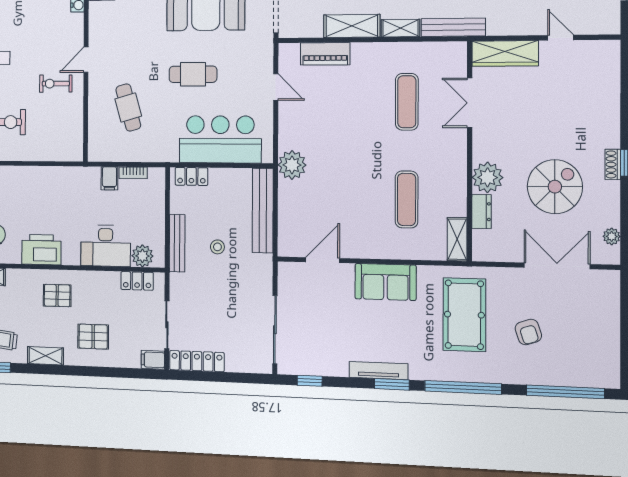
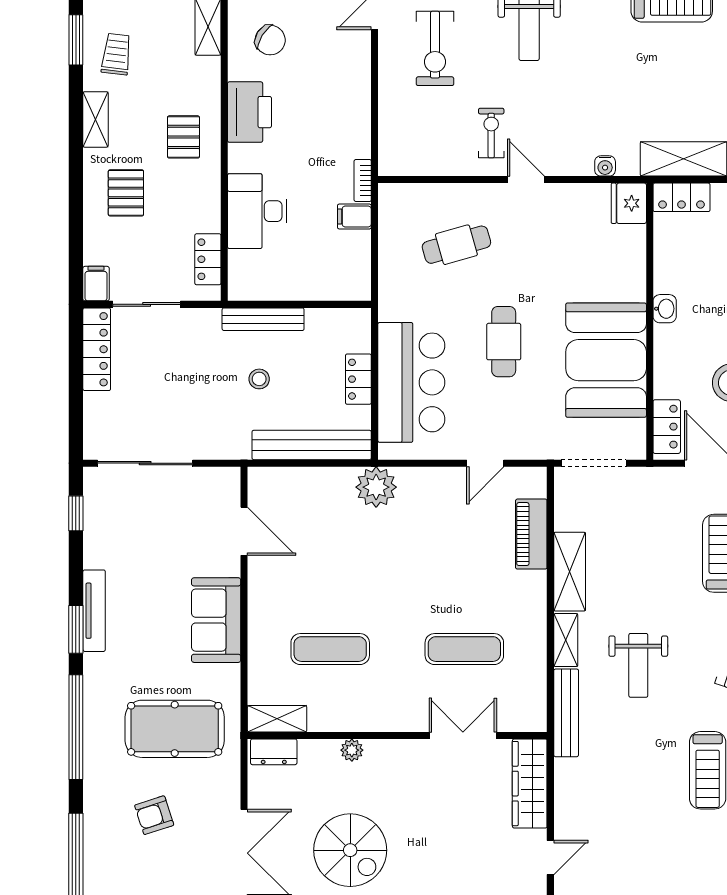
bookcase: (133, 173) -> (363, 181), moved
locker: (191, 176) -> (358, 379), moved
plant: (488, 177) -> (352, 750), width x0.53, depth x0.53
dresser: (481, 212) -> (274, 752), moved
plant: (142, 256) -> (244, 267), removed

